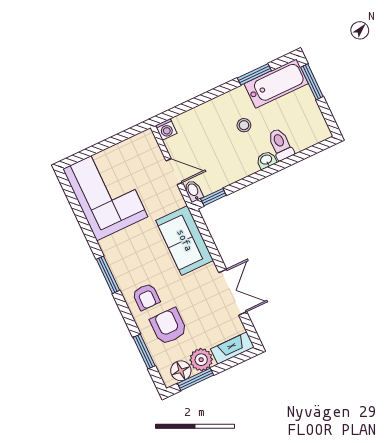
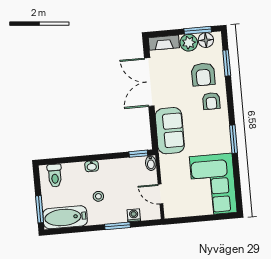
window: (254, 74) -> (117, 226), moved
washing machine: (166, 129) -> (134, 215), moved
toilet: (281, 144) -> (55, 176), moved
door: (174, 172) -> (160, 194), moved
window: (108, 275) -> (233, 139), moved
double door: (233, 292) -> (149, 82), width x1.37
armchair: (146, 297) -> (211, 101), turned 180

